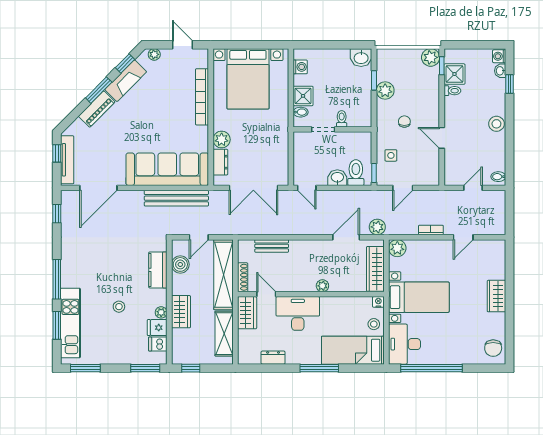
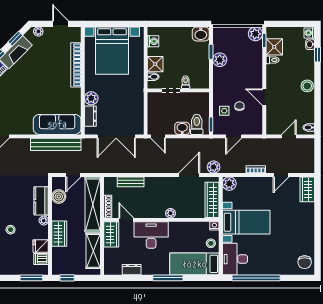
chair: (404, 122) -> (239, 106), moved
sofa: (167, 169) -> (57, 124), width x0.74, depth x0.79
wardrobe: (496, 296) -> (307, 189), moved
plant: (161, 312) -> (44, 221), moved

